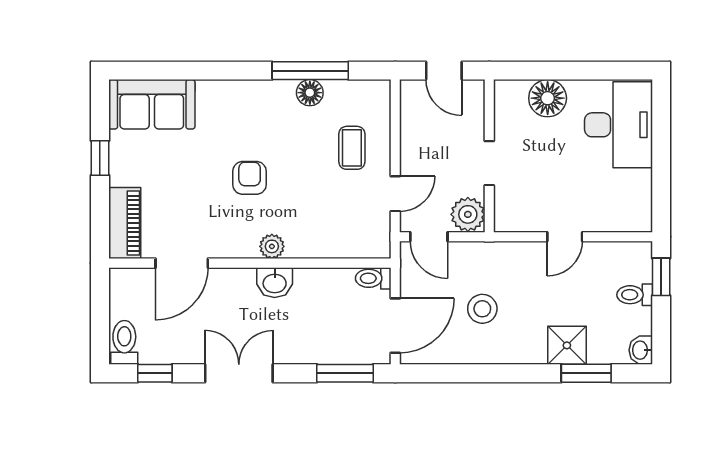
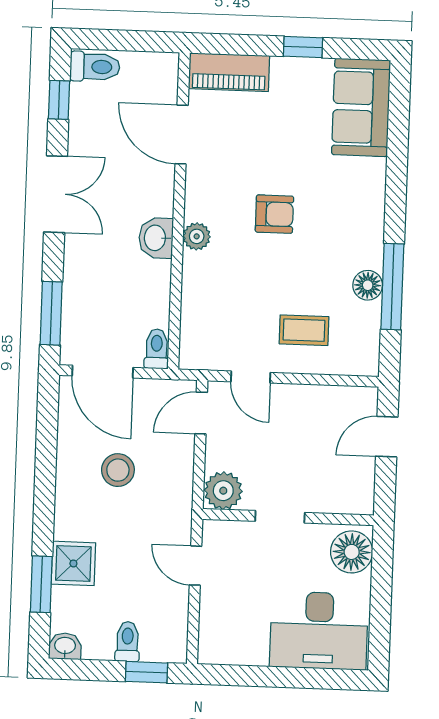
wall: (489, 156) -> (288, 517), moved
doorway: (489, 163) -> (280, 517), moved
plant: (468, 214) -> (223, 491), moved

